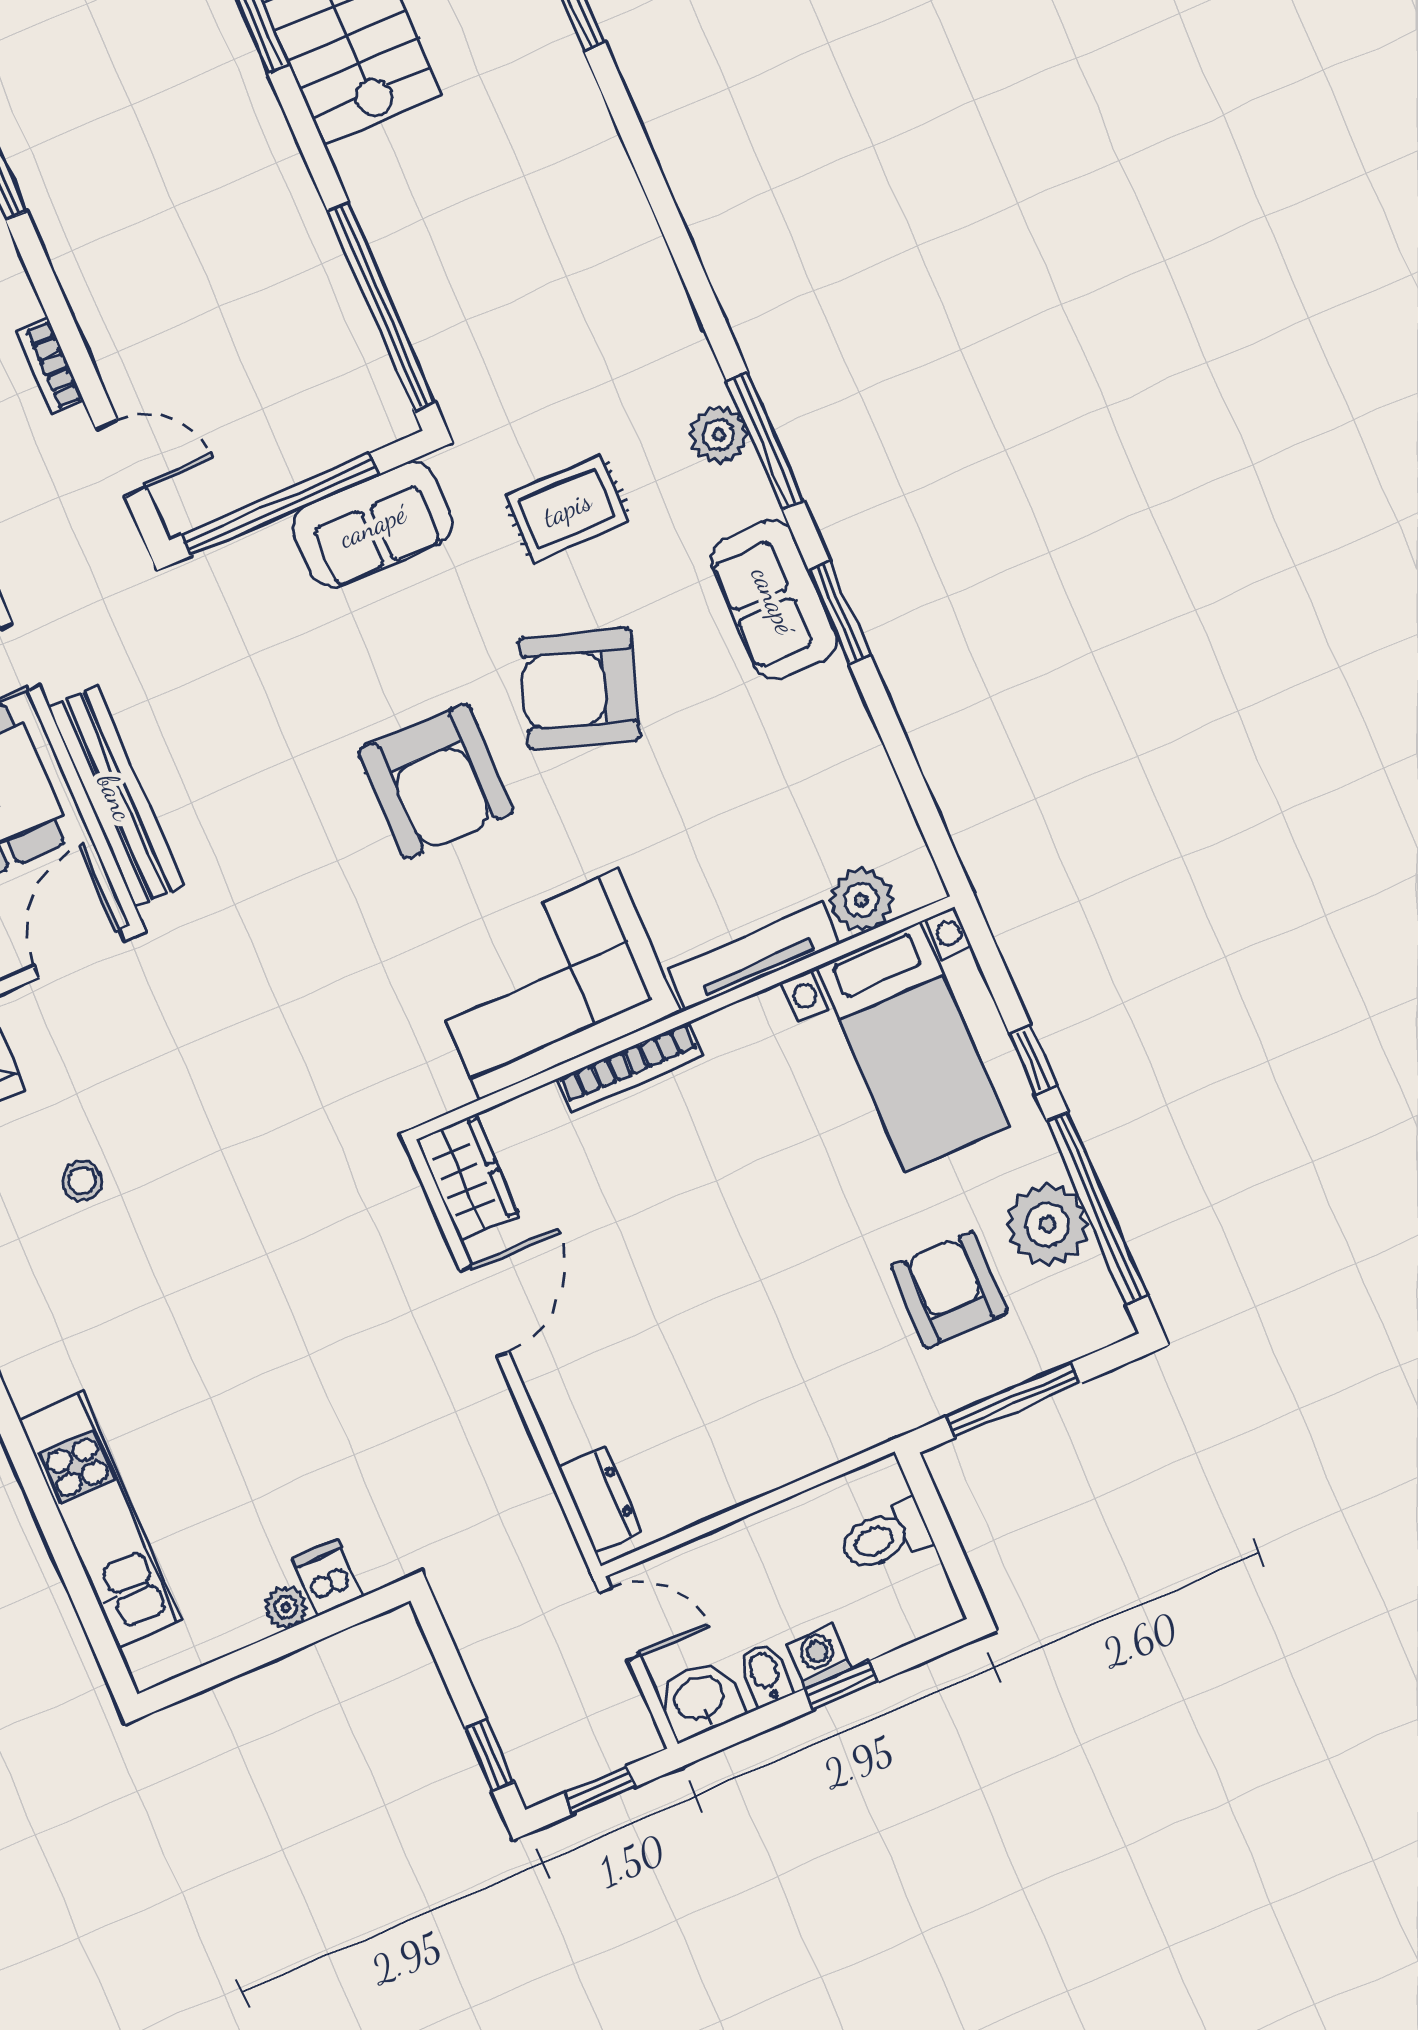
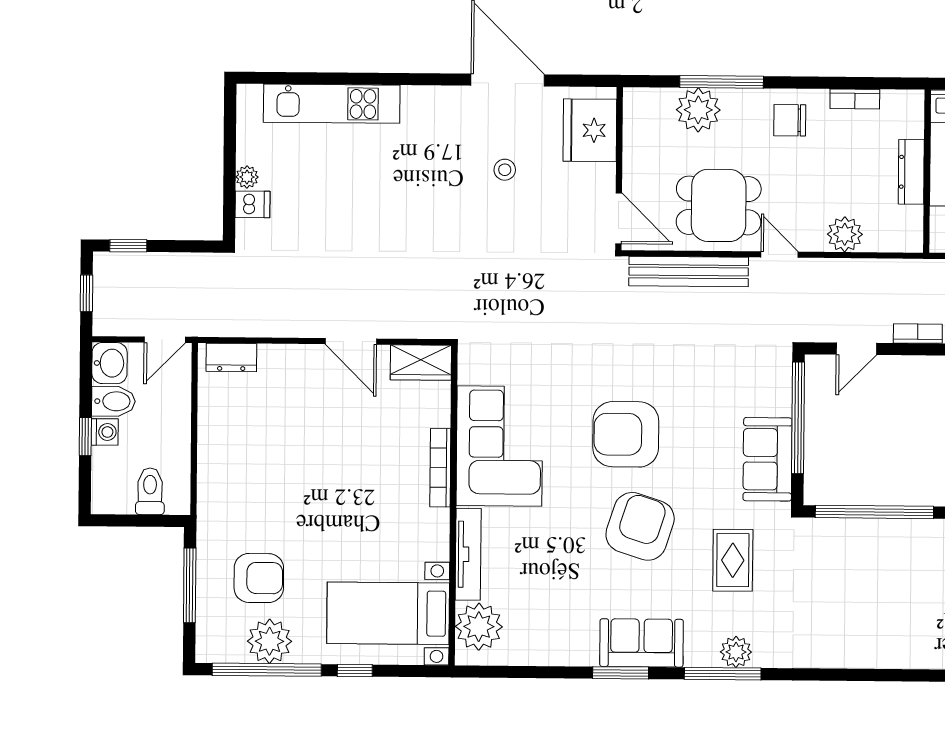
plant: (861, 900) -> (479, 627), width x1.36, depth x1.36
bidet: (765, 1674) -> (113, 401), width x1.38, depth x1.36

